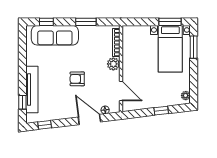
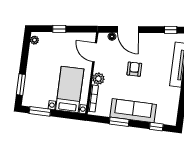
sofa: (55, 35) -> (133, 111), moved
bed with nightstands: (170, 49) -> (70, 89), moved
armchair: (77, 79) -> (134, 69), turned -91

